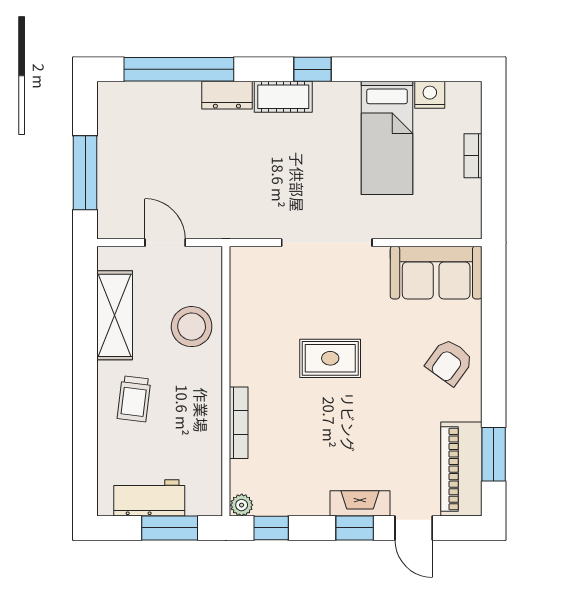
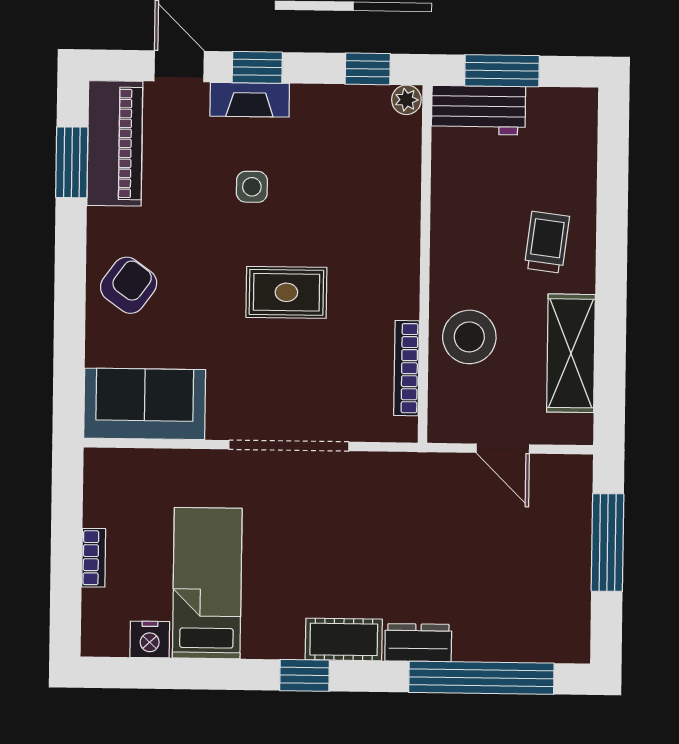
bookcase: (239, 423) -> (407, 368), moved
side table: (357, 438) -> (252, 187), added
workbench: (149, 498) -> (479, 110), moved

